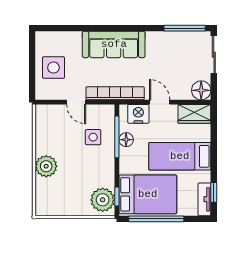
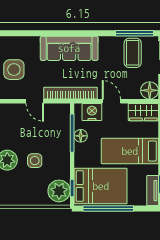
coffee table: (183, 49) -> (133, 53), added
side table: (93, 137) -> (35, 161), moved

